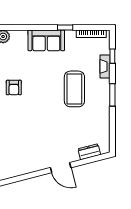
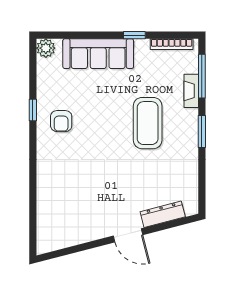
sofa: (46, 40) -> (98, 54), width x1.36
window: (112, 56) -> (202, 76), width x2.17
dresser: (89, 152) -> (163, 214), width x1.44

